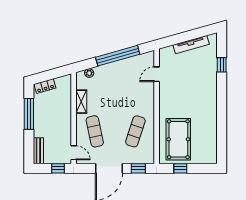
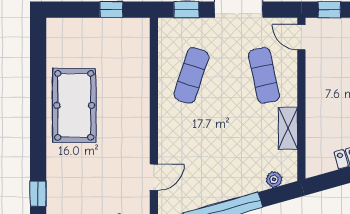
pool table: (178, 139) -> (74, 105), moved

